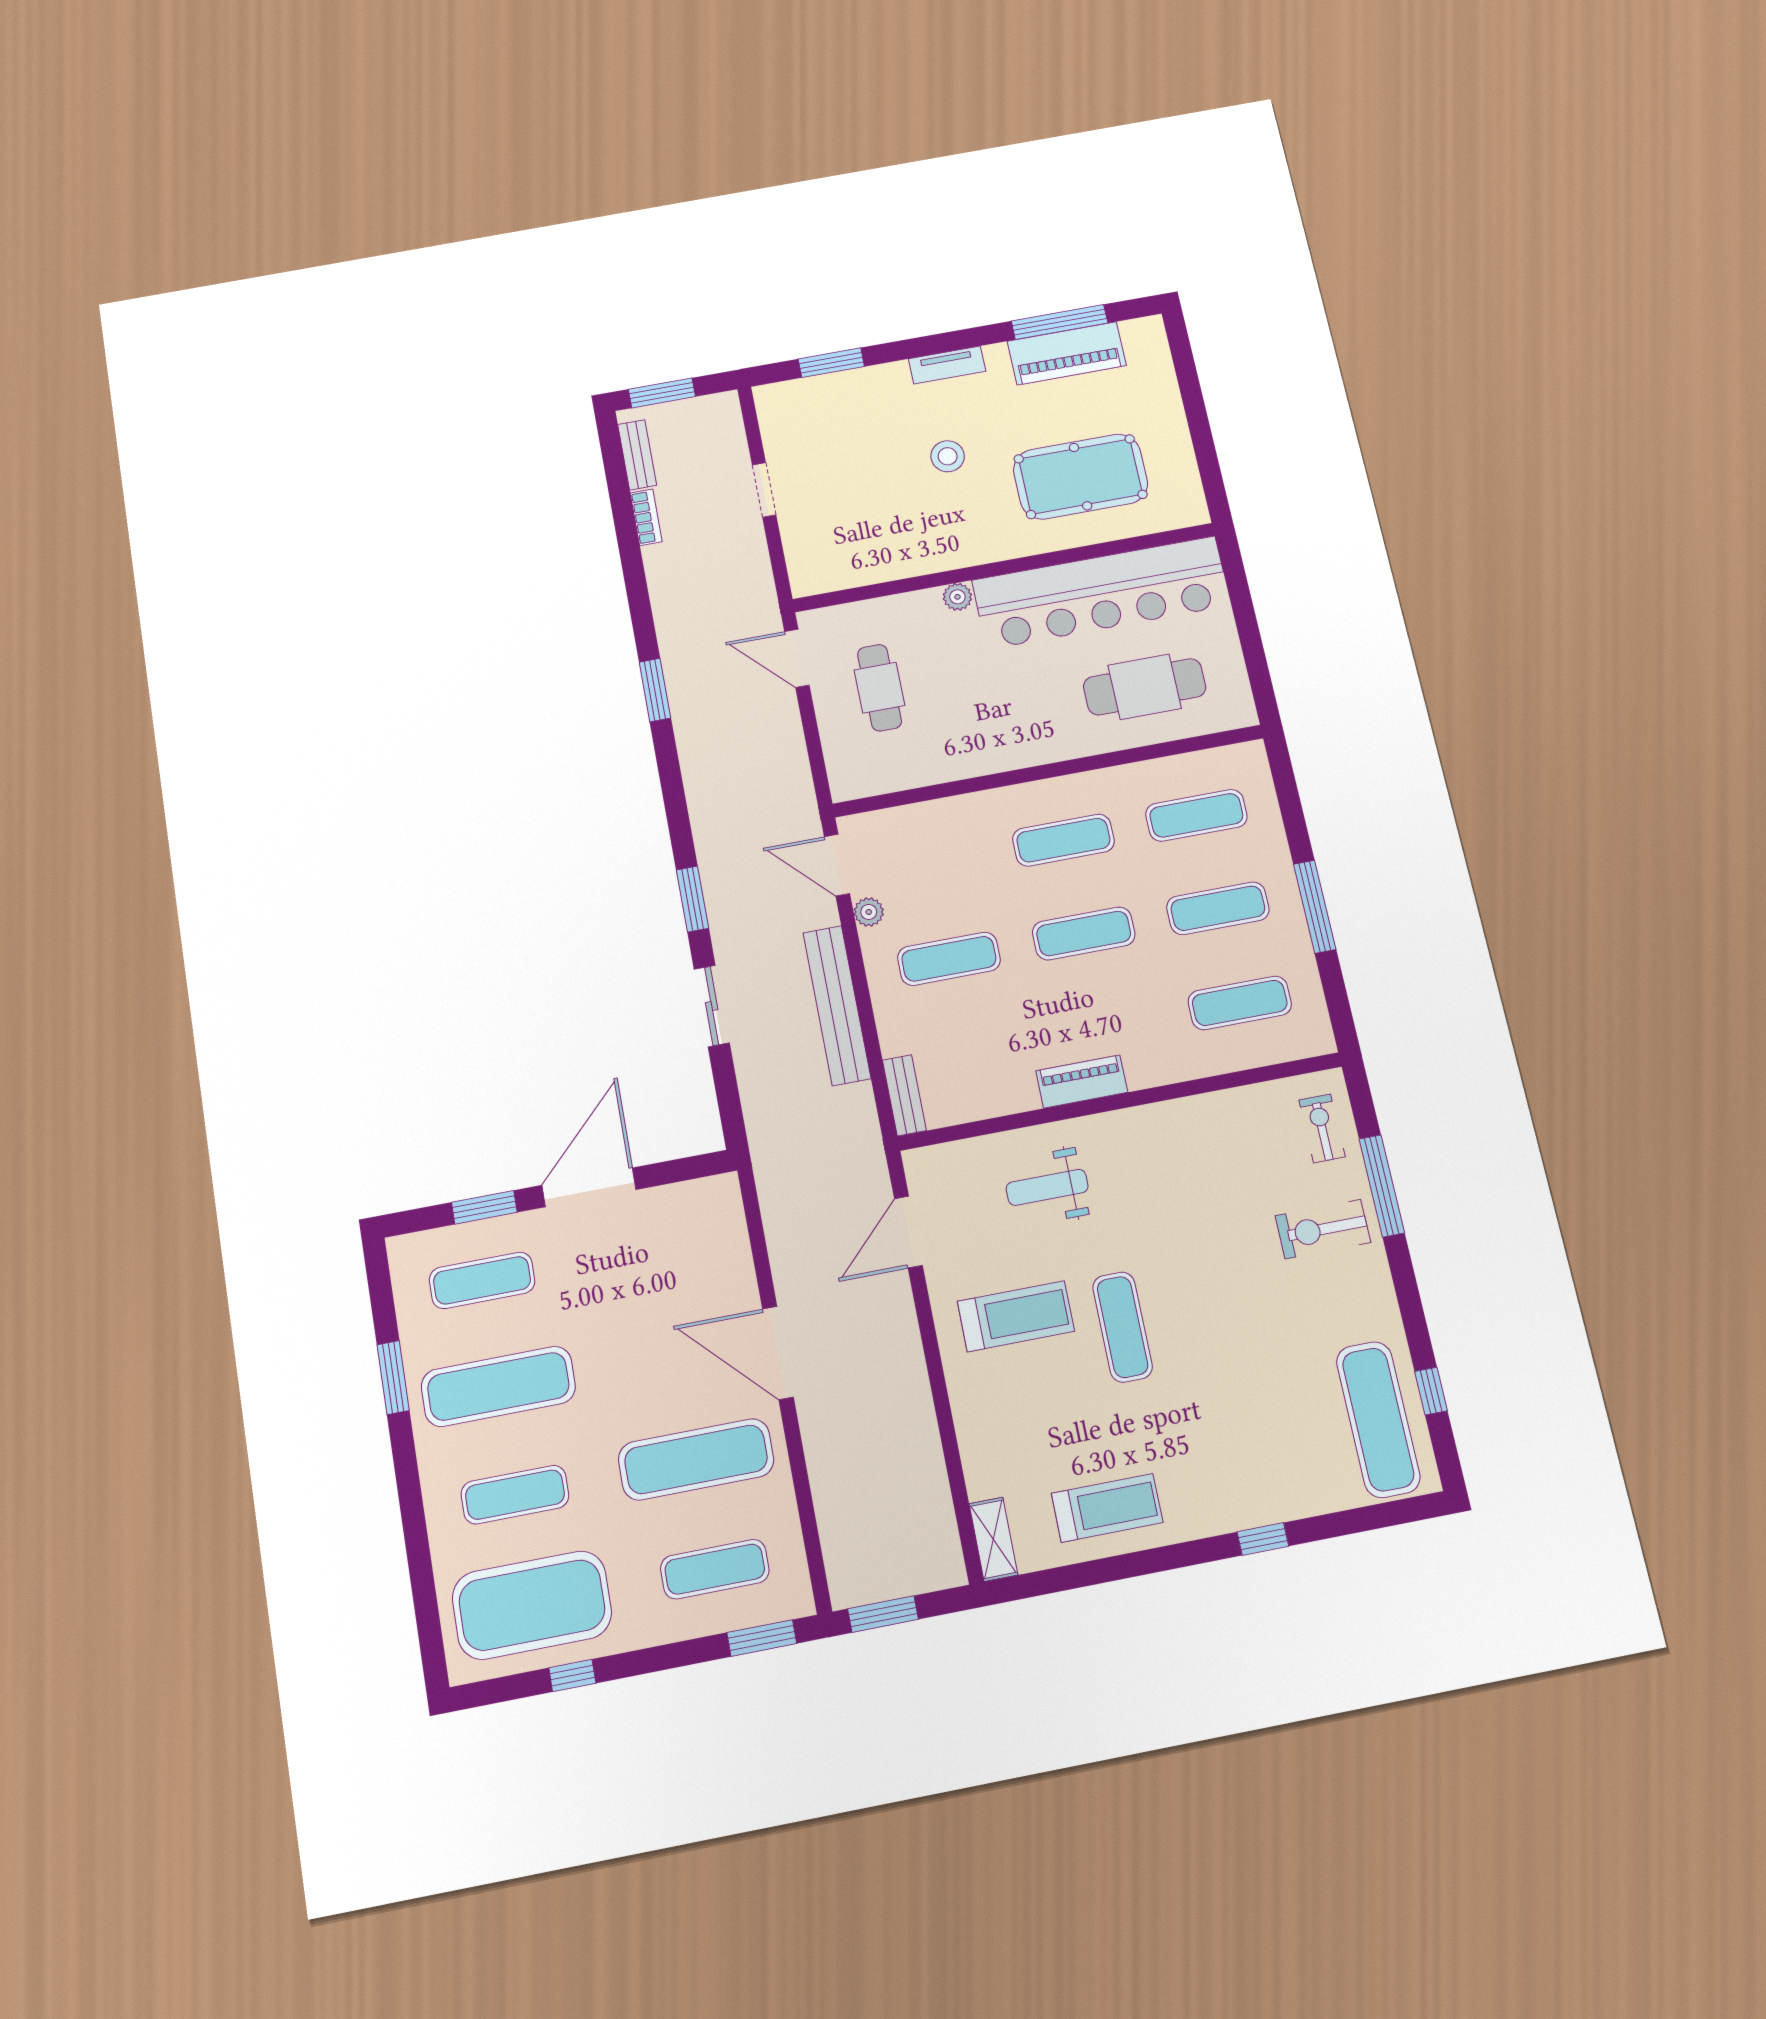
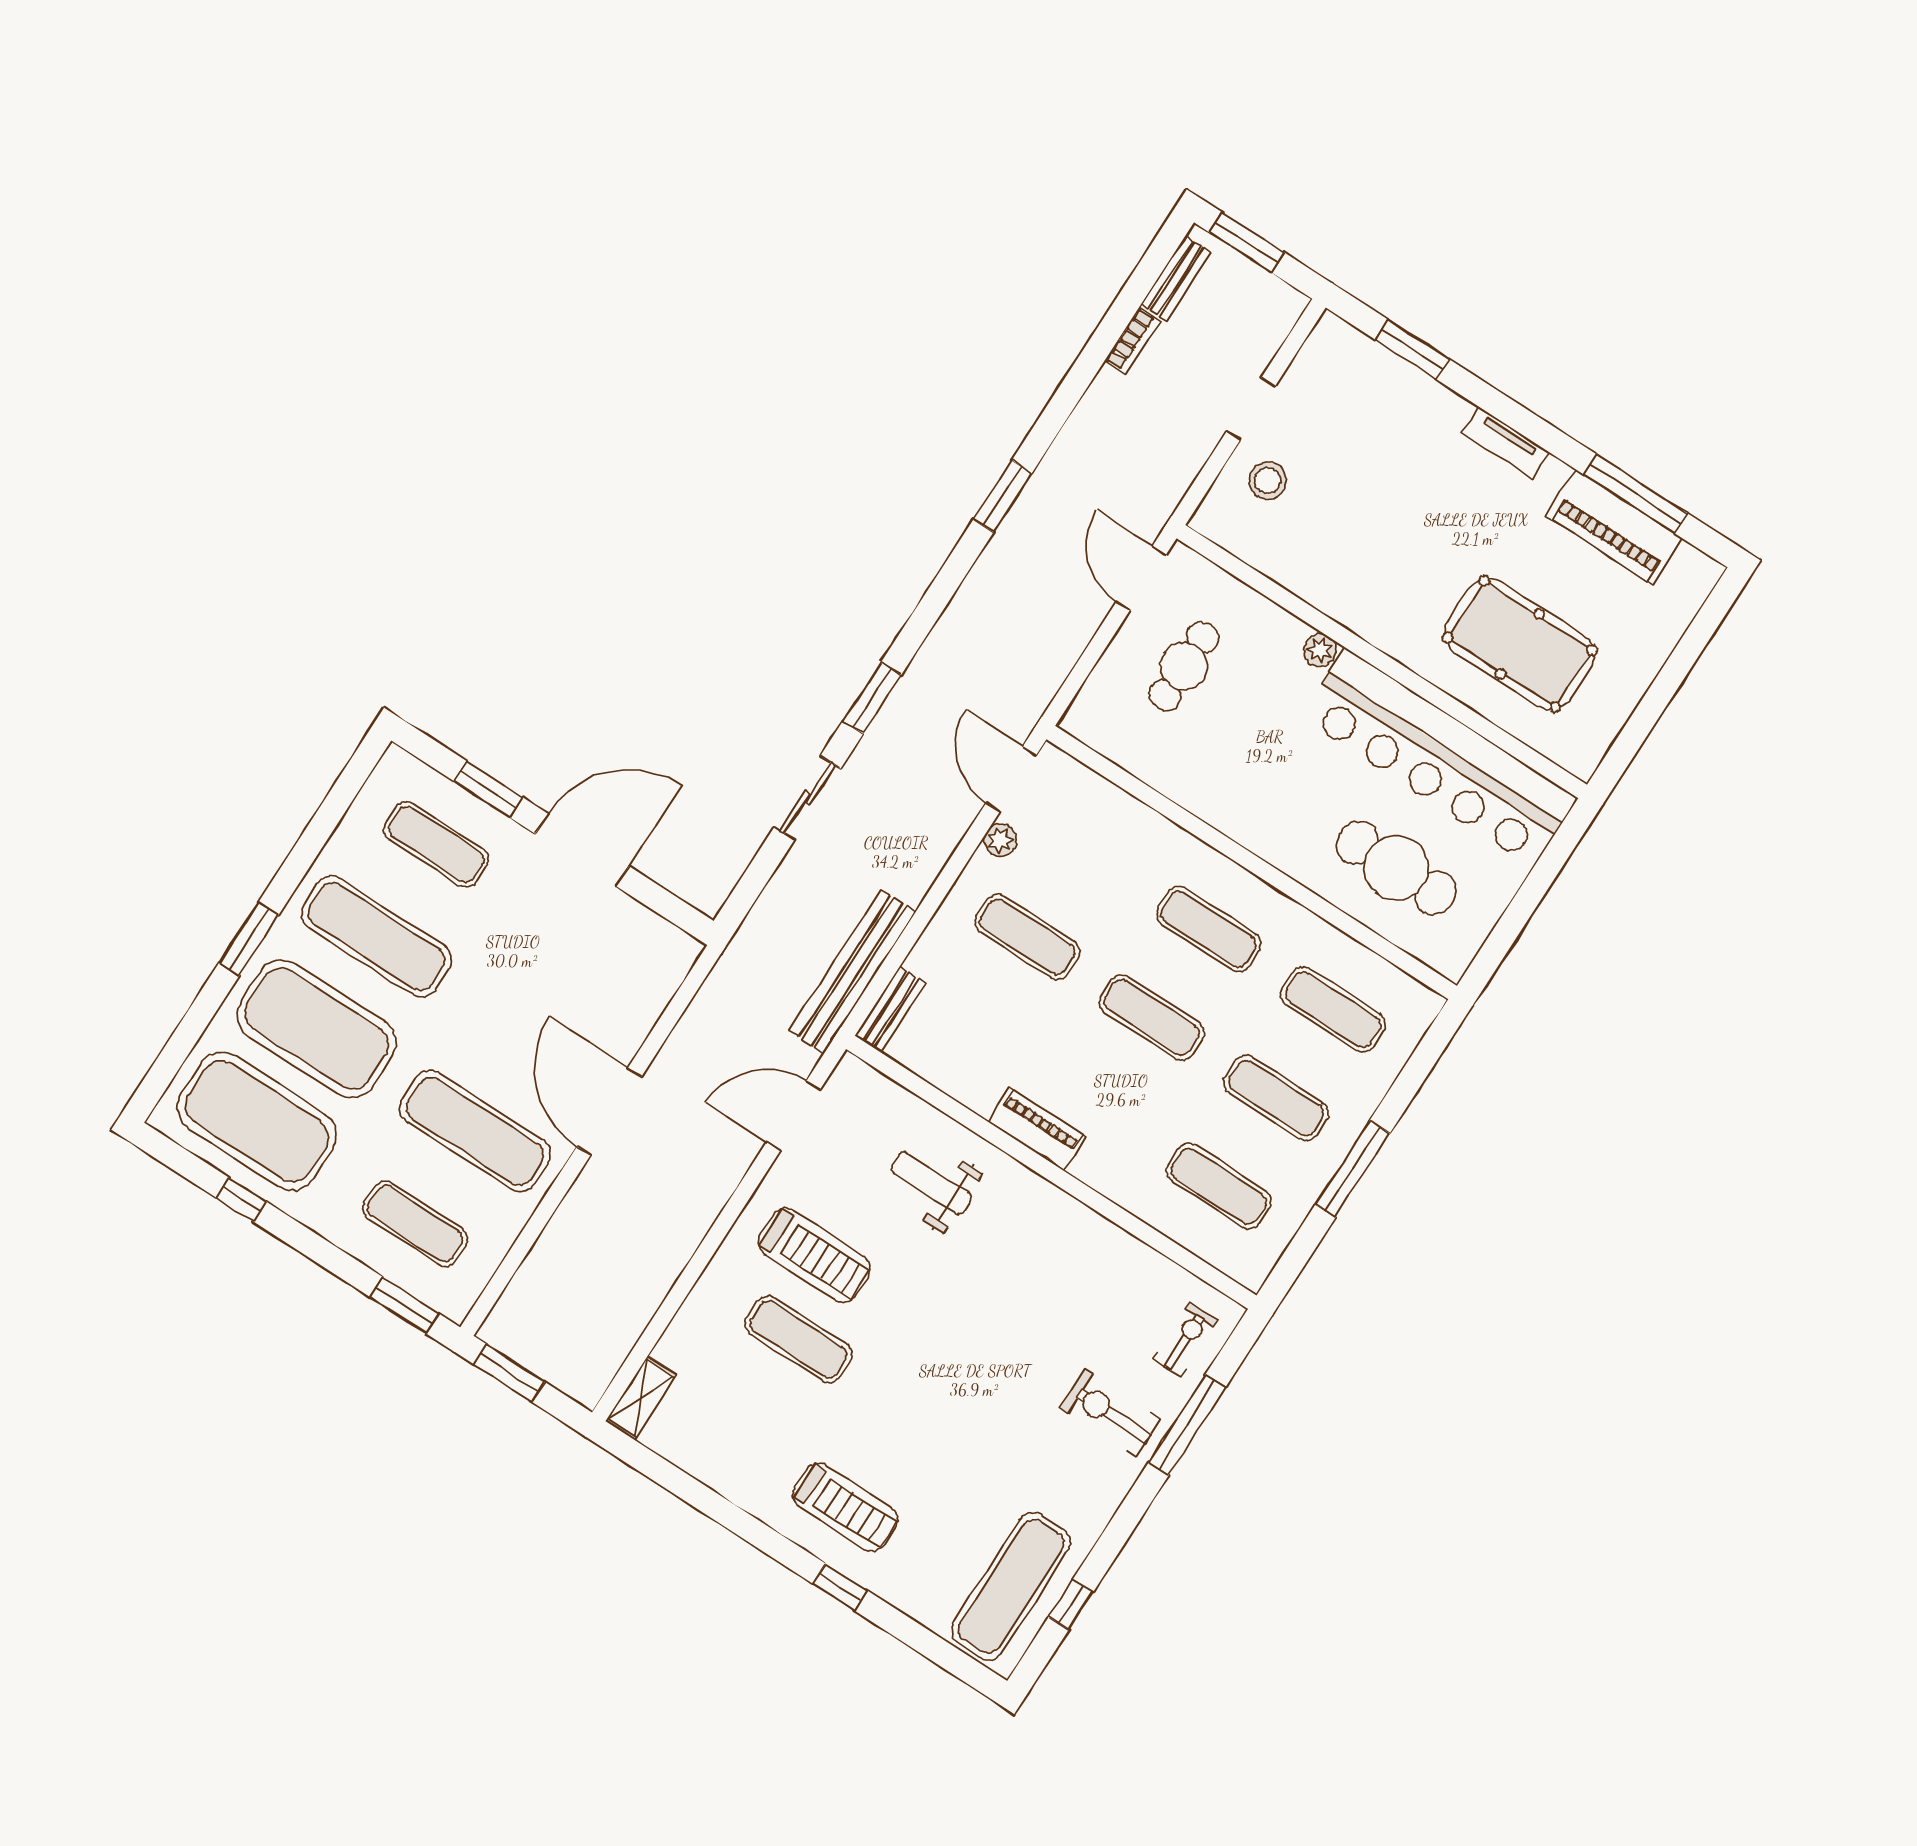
stool: (948, 456) -> (1268, 481), moved
bench: (837, 1005) -> (852, 972), moved
exercise mat: (1123, 1327) -> (799, 1339), moved, turned 90
window: (393, 1378) -> (249, 939), moved
exercise mat: (515, 1495) -> (317, 1029), width x2.00, depth x1.45
treadmill: (1107, 1508) -> (845, 1507), moved

